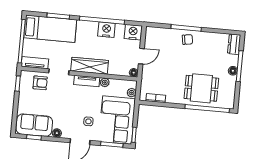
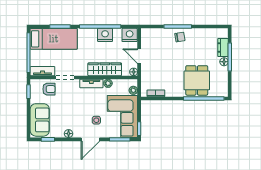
dresser: (234, 44) -> (223, 48), moved
door: (141, 56) -> (139, 56), swing flipped
wardrobe: (90, 66) -> (105, 69), moved
dining table: (201, 88) -> (197, 80), turned 90
sofa: (34, 125) -> (40, 120), moved, turned 90

